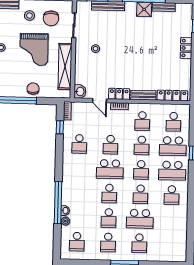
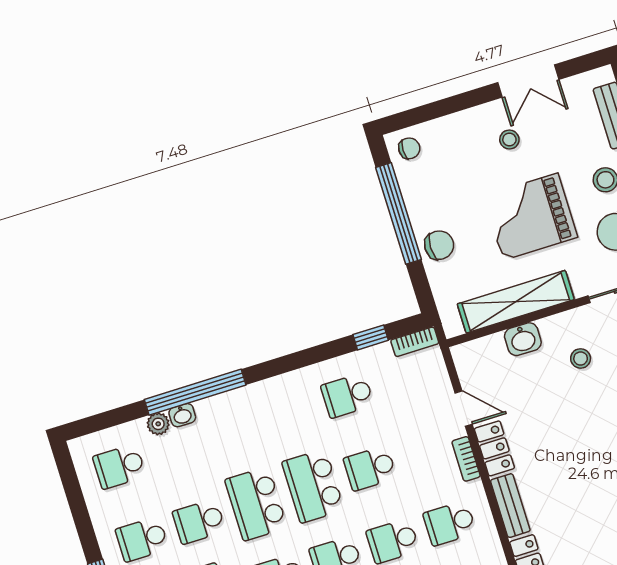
washbasin: (80, 92) -> (523, 339), moved
door: (100, 101) -> (464, 409), swing flipped
school desk: (109, 194) -> (256, 504), width x1.85

